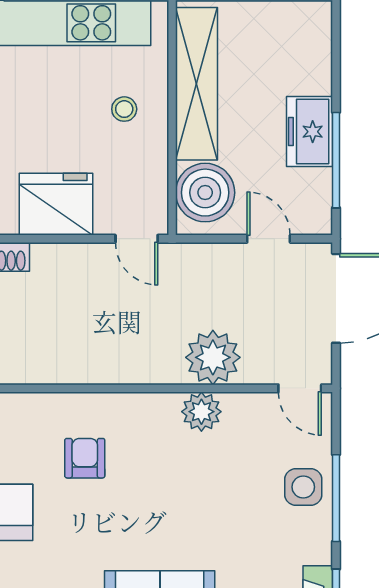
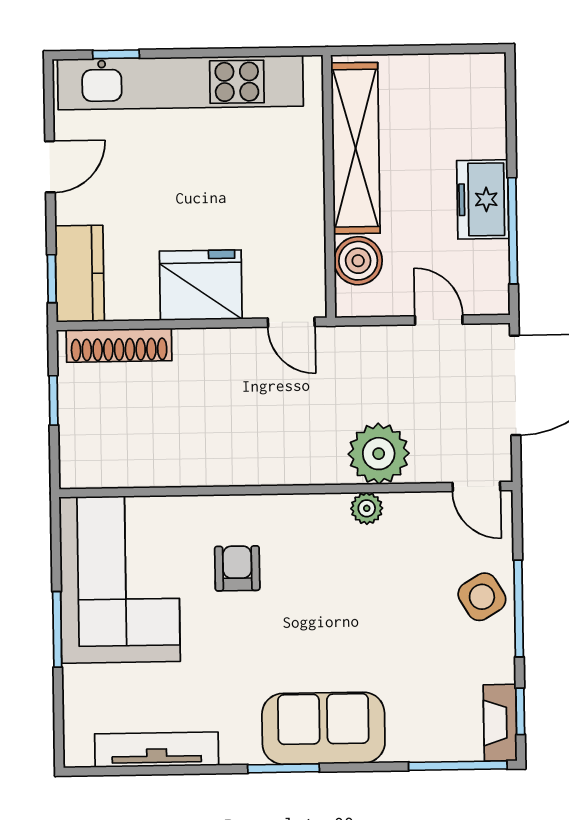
stool: (124, 109) -> (275, 178), removed
boiler: (205, 193) -> (358, 261), width x0.73, depth x0.73
plant: (201, 412) -> (367, 508), width x0.73, depth x0.73
side table: (303, 487) -> (482, 597), turned -31

